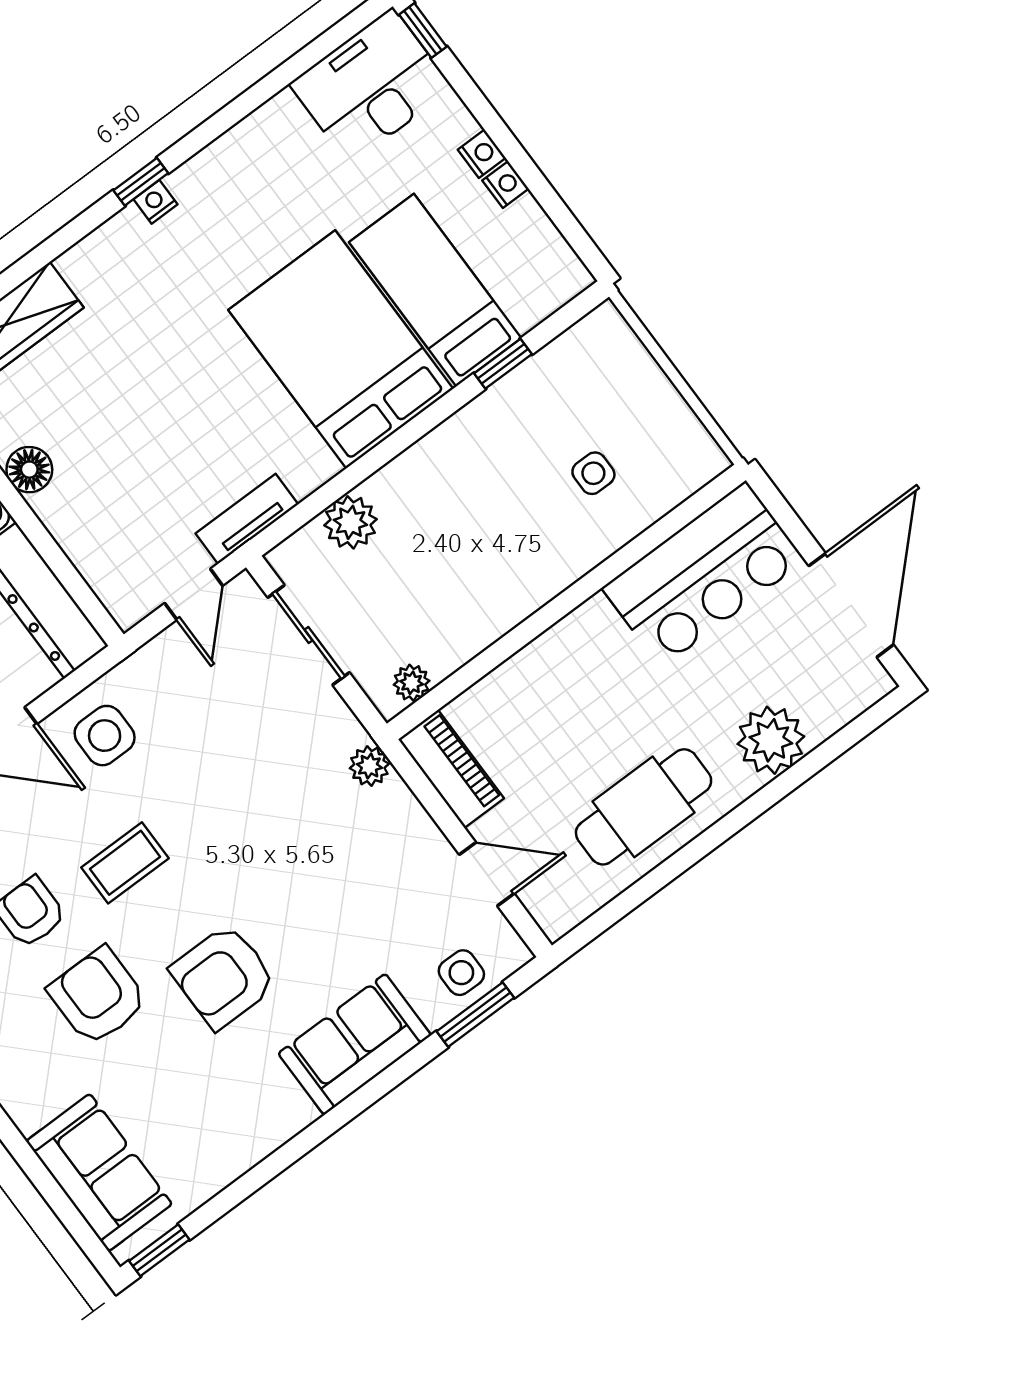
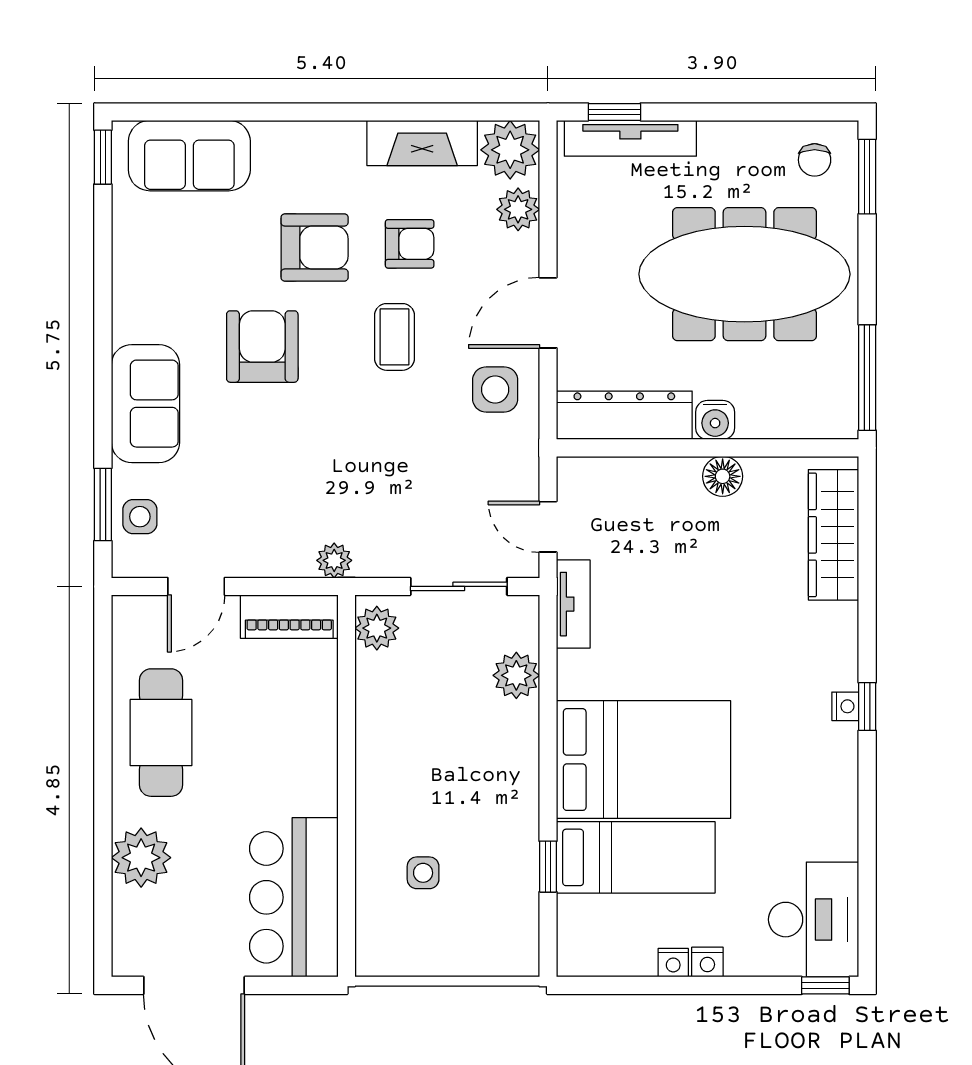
plant: (412, 683) -> (377, 628), width x1.38, depth x1.38

